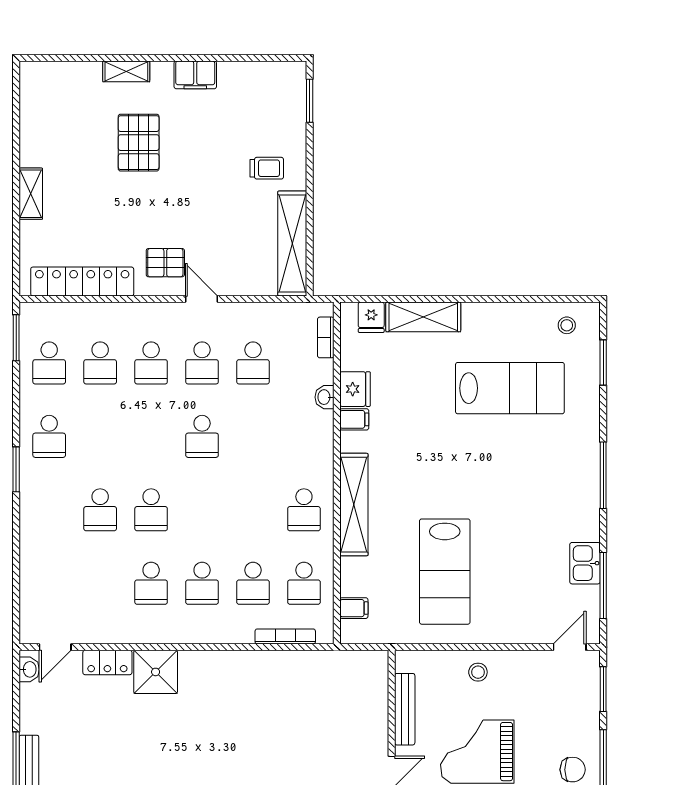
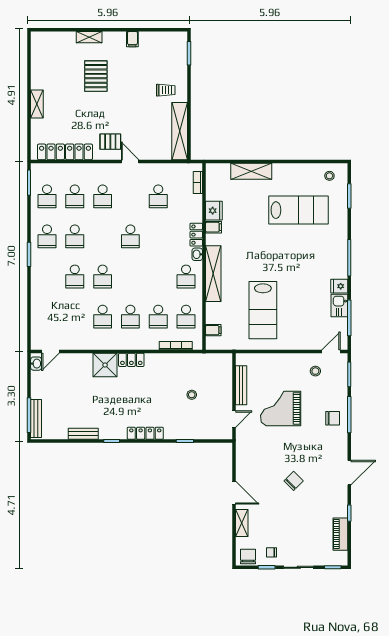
filing cabinet: (195, 75) -> (132, 39), width x0.50
fridge: (371, 317) -> (339, 286), moved, turned 90
school desk: (202, 363) -> (75, 236), moved
washbasin: (325, 397) -> (197, 254), moved
locker: (323, 433) -> (196, 235), added
locker: (107, 662) -> (131, 360), moved
stool: (478, 672) -> (315, 371), moved
stool: (314, 726) -> (192, 395), added

